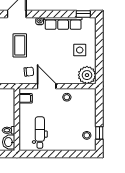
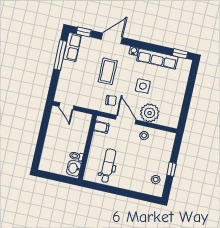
side table: (80, 50) -> (143, 86), moved
plant: (87, 75) -> (150, 113), moved
window: (99, 133) -> (171, 169), moved

